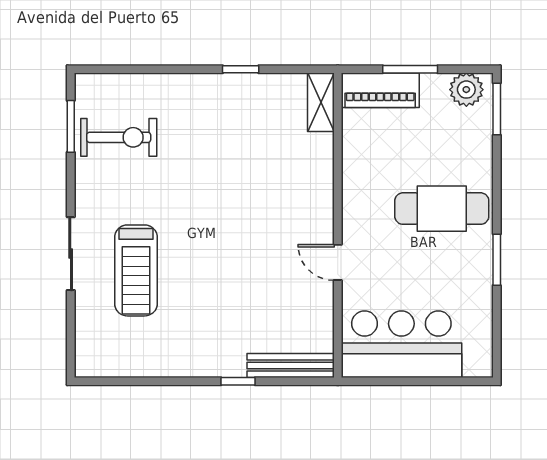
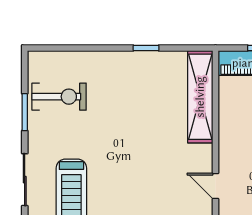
shelving: (321, 102) -> (200, 97), width x2.20, depth x1.33
window: (71, 126) -> (25, 112), moved

